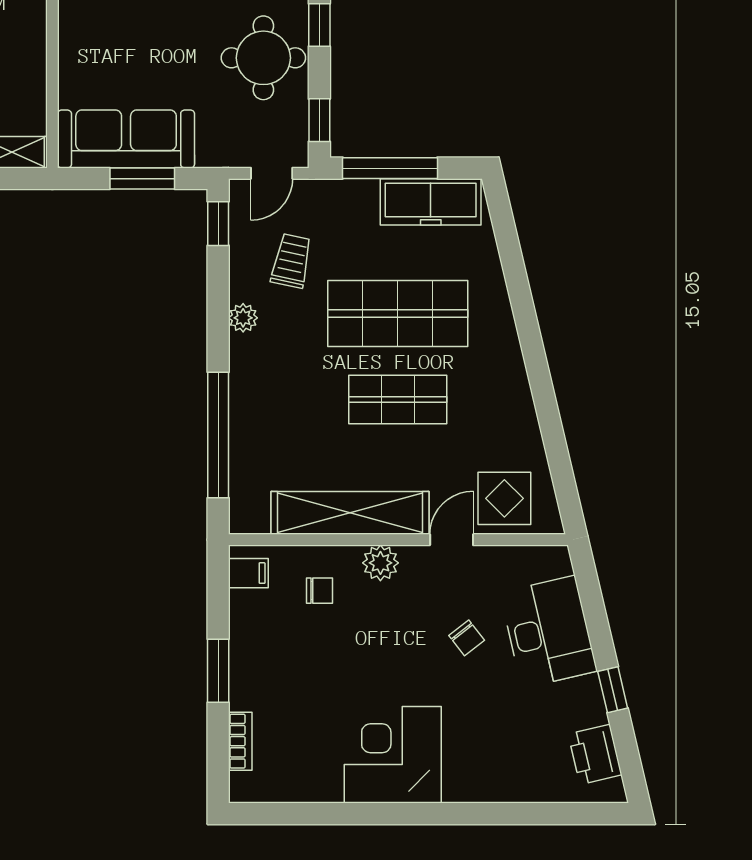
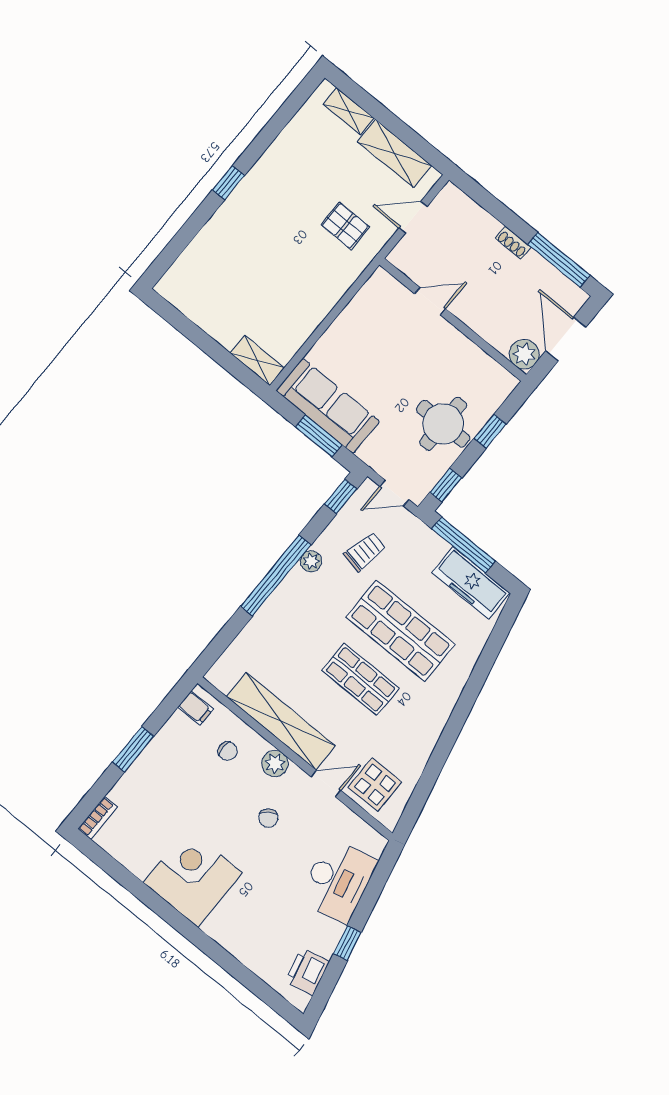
window: (218, 435) -> (276, 575), moved
chair: (467, 638) -> (268, 818), moved
bookcase: (240, 741) -> (98, 818), moved

